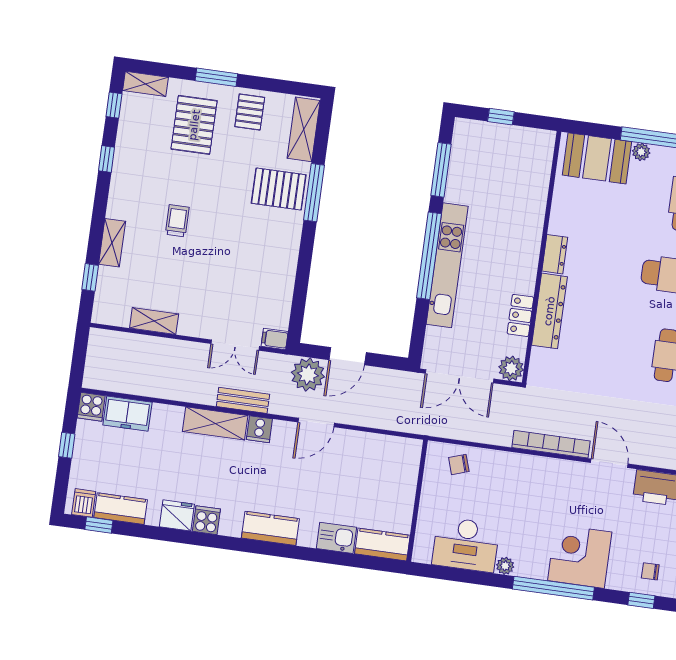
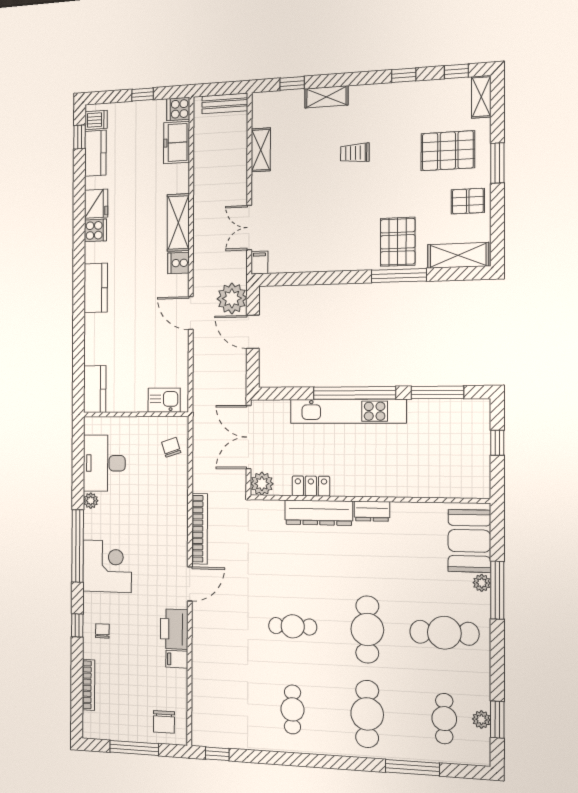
trolley: (177, 221) -> (355, 153), turned 180
bench: (243, 400) -> (225, 103), moved, turned 90
kitchen sink: (336, 538) -> (164, 400), moved, turned -90

